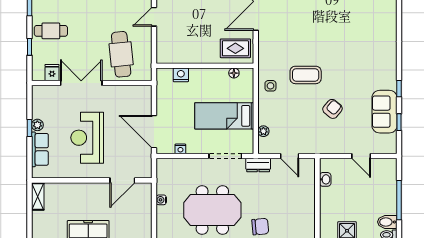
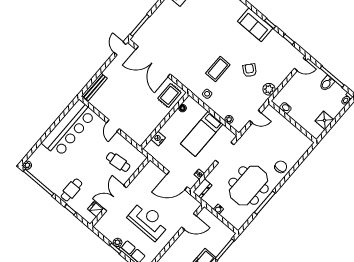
cafe table: (121, 54) -> (118, 162), width x0.73, depth x0.74
sofa: (385, 112) -> (255, 25), moved
reception desk: (87, 138) -> (148, 221), turned 180
plant: (330, 146) -> (269, 89), added
door: (361, 156) -> (300, 64), moved
dresser: (258, 165) -> (202, 189), moved
door: (122, 180) -> (189, 222), hinge flipped
bidet: (387, 222) -> (327, 83), moved

